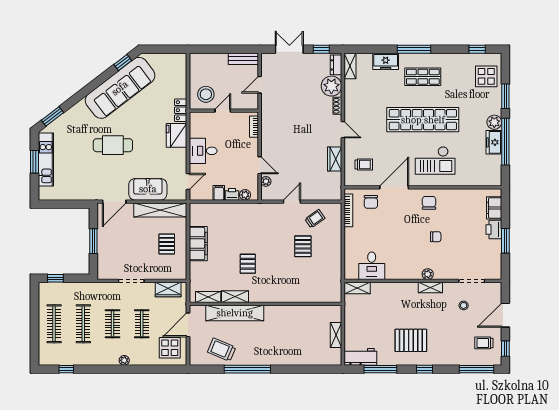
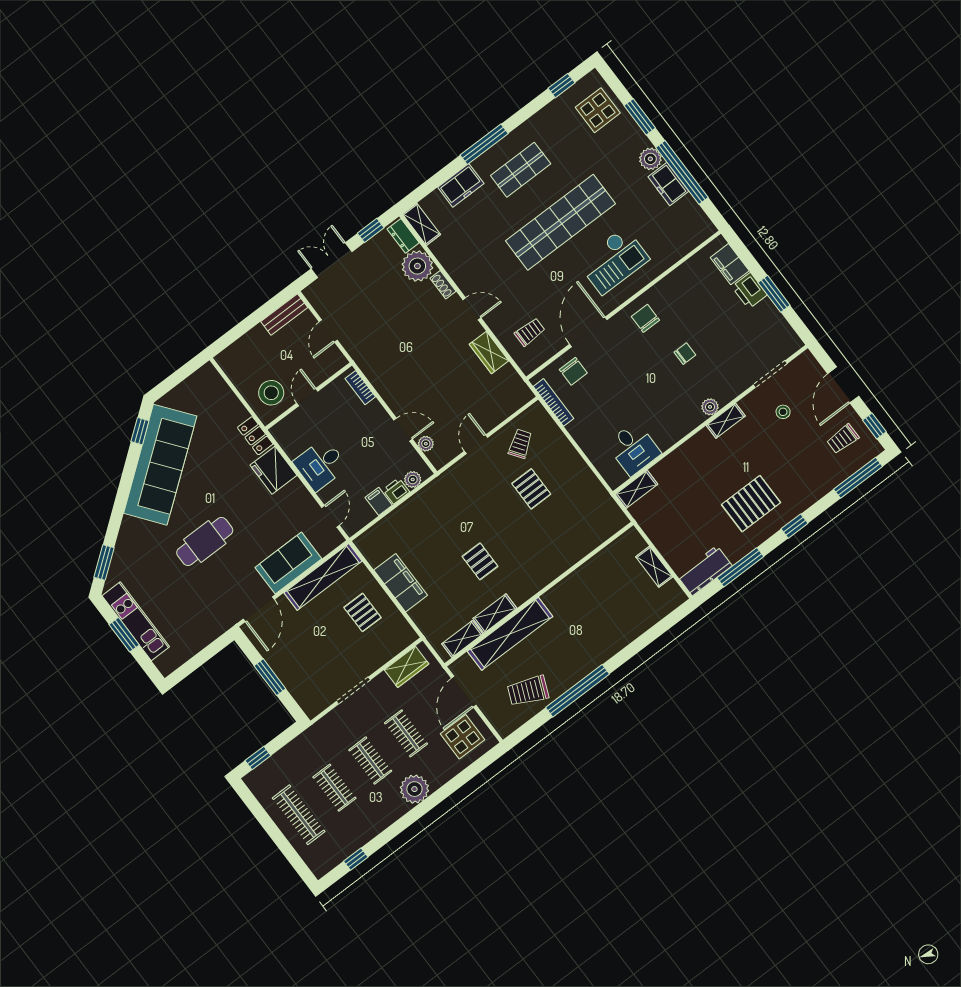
clothes rail: (83, 324) -> (334, 788), width x0.73
plant: (124, 360) -> (414, 789), width x1.88, depth x1.88

